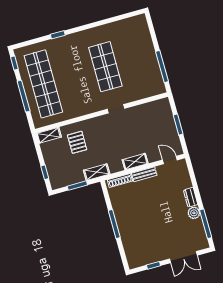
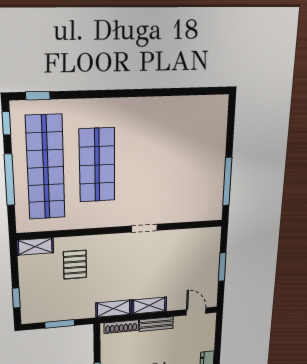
window: (58, 35) -> (38, 96), moved
shop shelf: (105, 67) -> (97, 165), moved
shelving: (97, 172) -> (114, 309), moved

